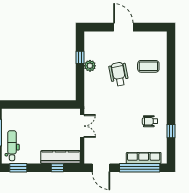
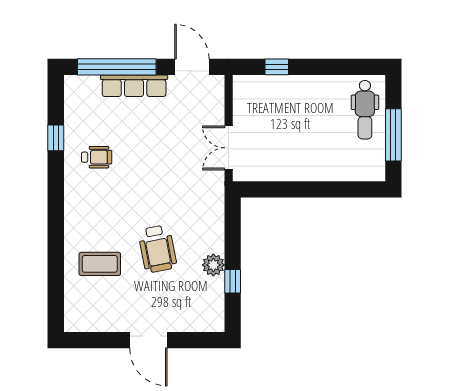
kitchen counter: (61, 157) -> (271, 88), removed
row of seats: (144, 158) -> (134, 86), moved
window: (18, 168) -> (353, 67), removed

